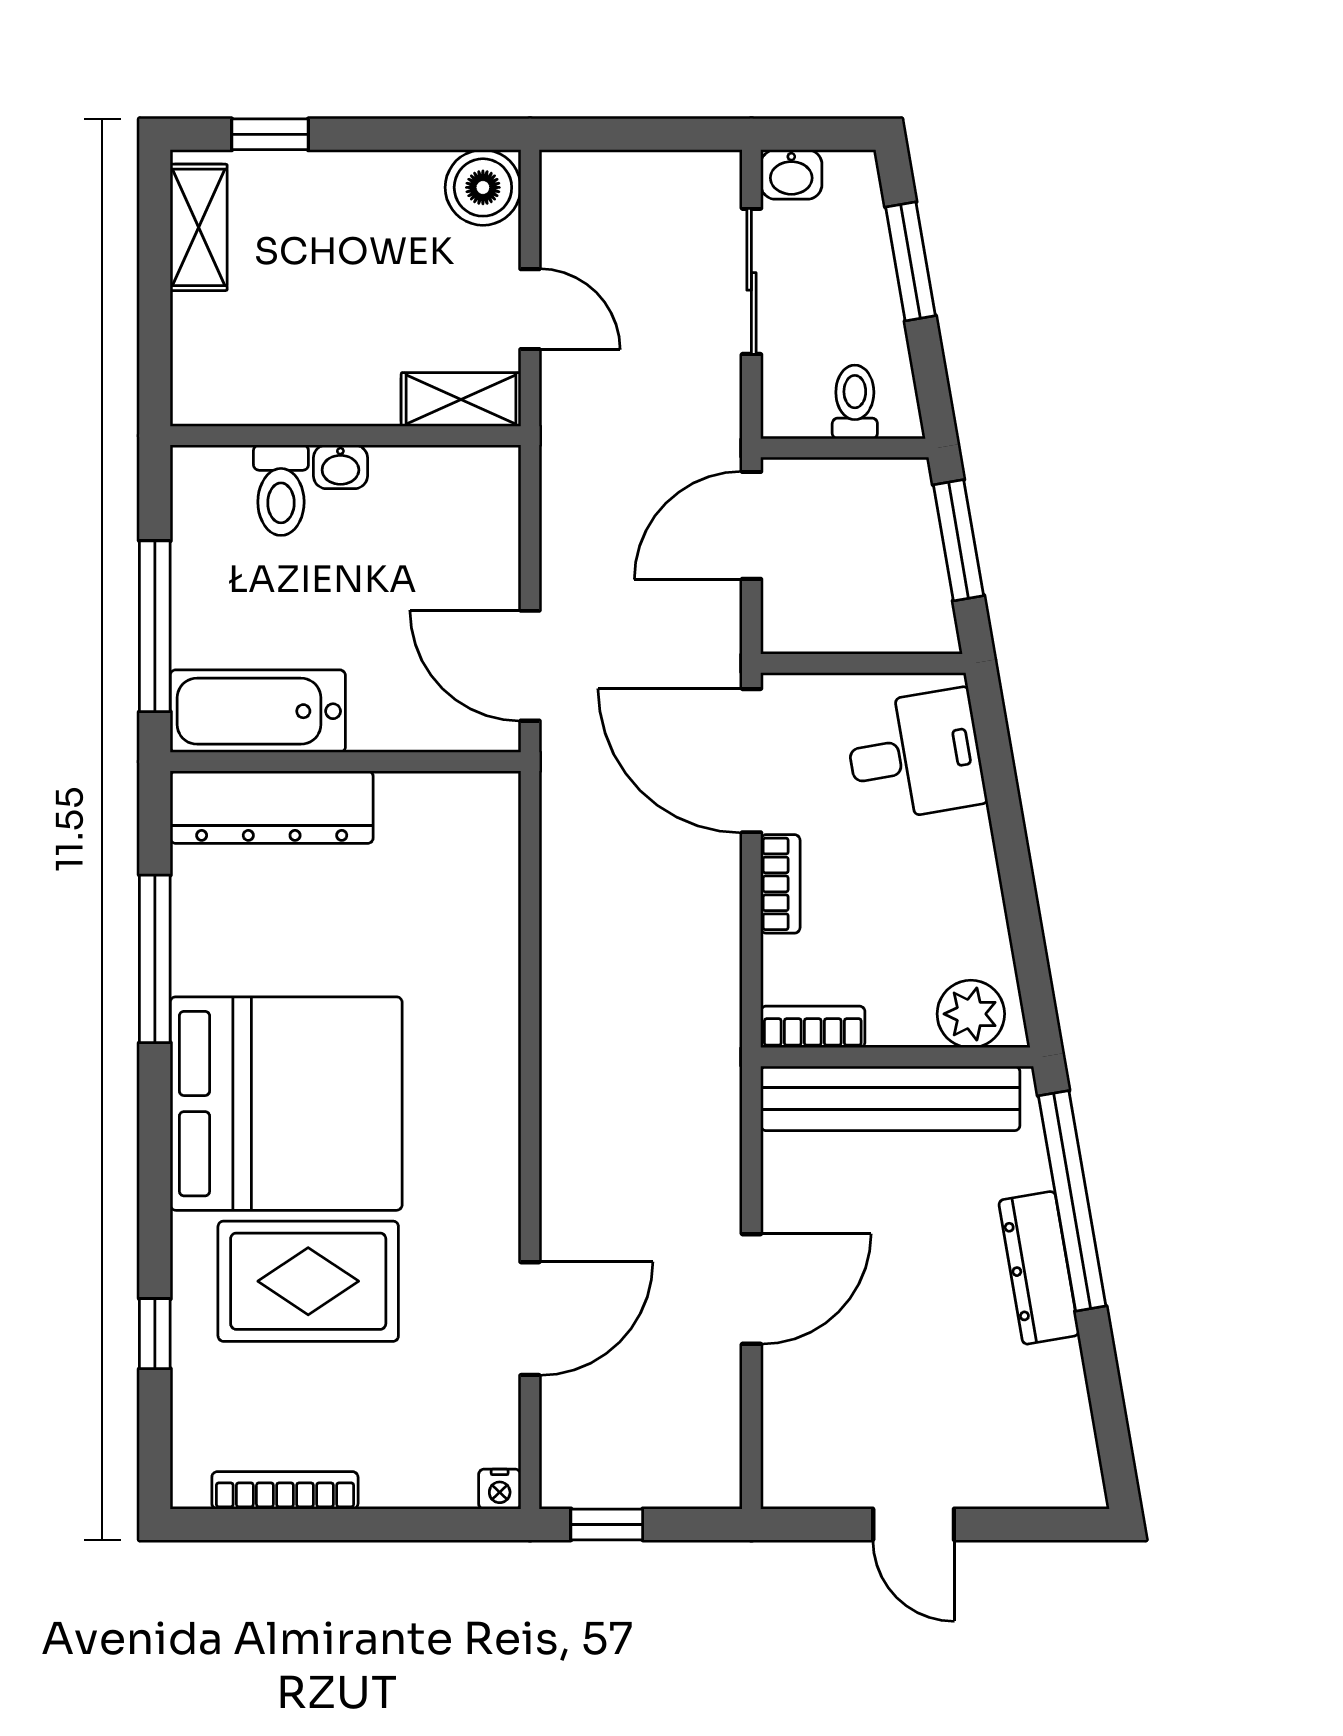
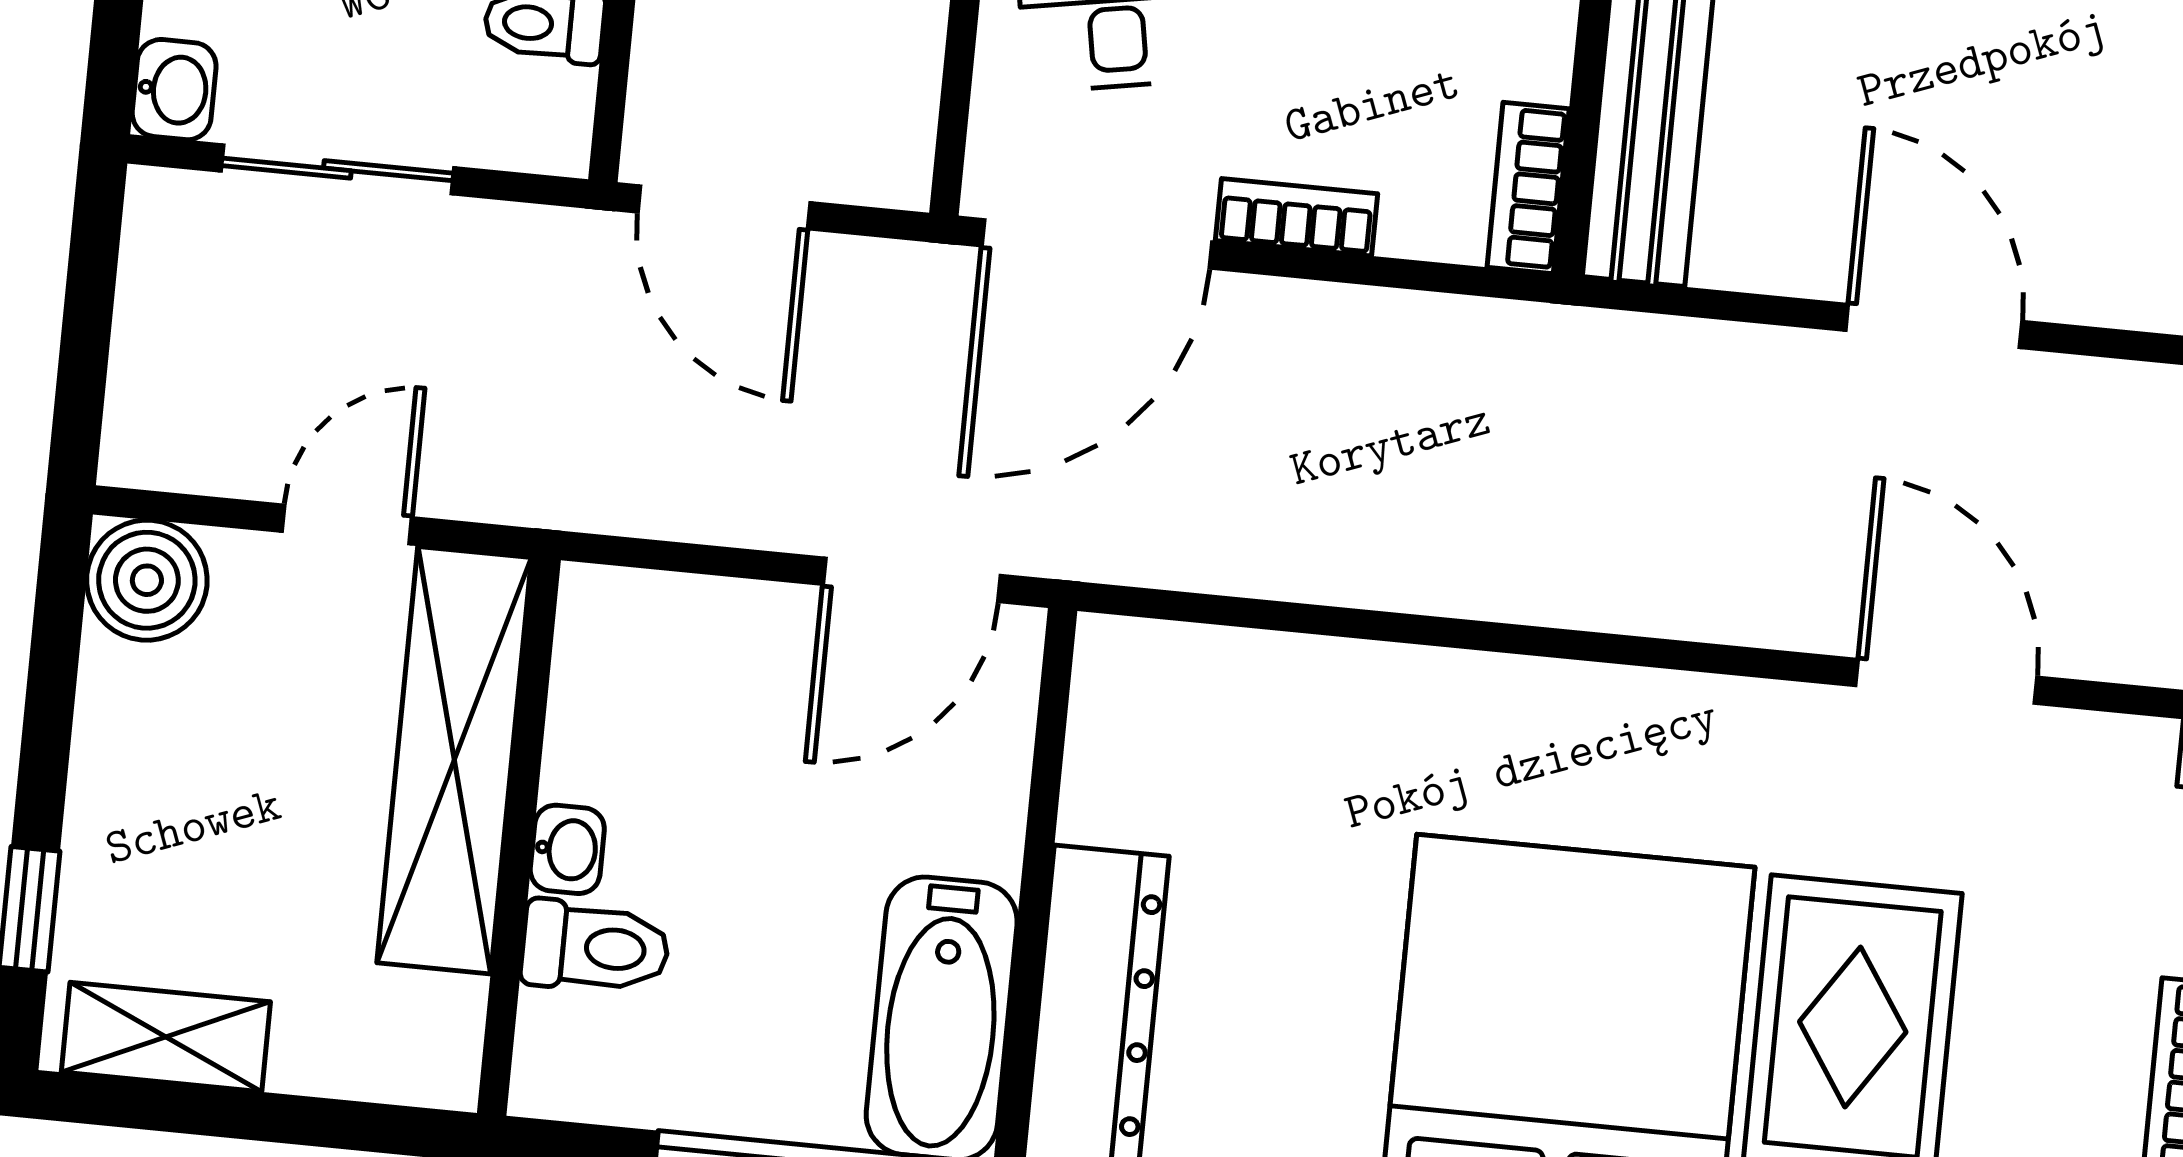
shelving: (461, 400) -> (454, 760), width x2.20, depth x1.33

